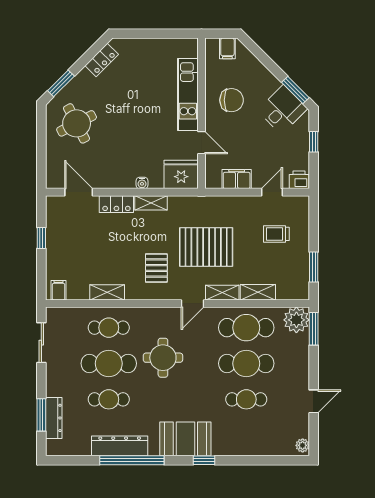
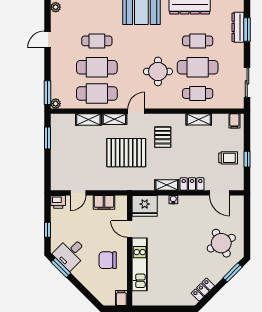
filing cabinet: (227, 48) -> (121, 298), moved
trolley: (276, 234) -> (228, 158), moved
plant: (296, 320) -> (56, 104), width x0.53, depth x0.53

